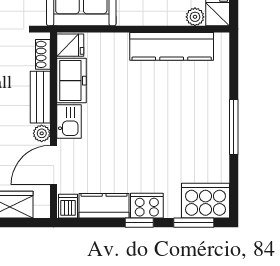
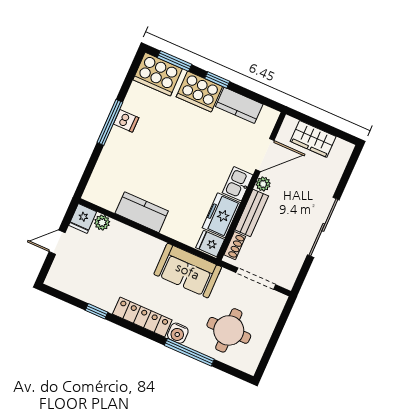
kitchen counter: (172, 46) -> (142, 212), width x0.67
dishwasher: (68, 206) -> (126, 121), moved, turned -90
cooker: (147, 206) -> (199, 92), width x1.37, depth x1.31

